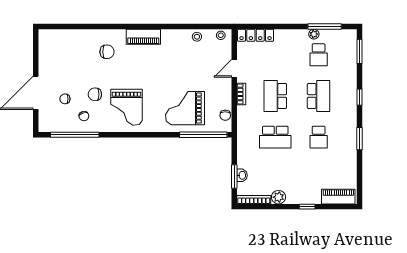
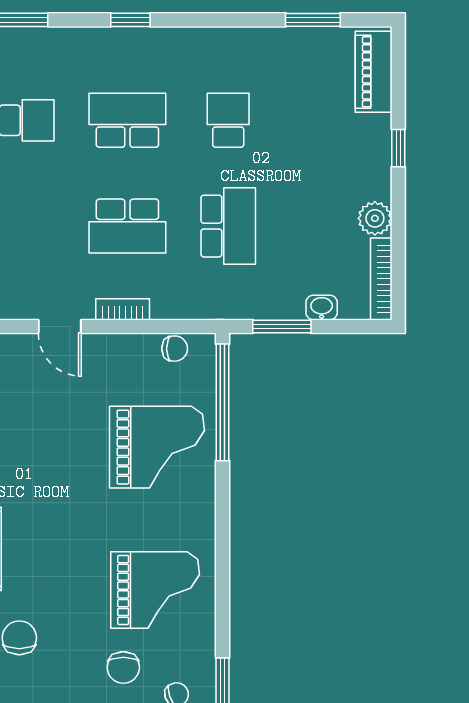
grand piano: (185, 108) -> (157, 447), turned -90
school desk: (319, 137) -> (228, 120), turned -90
window: (360, 139) -> (313, 20), moved
window: (234, 176) -> (282, 326), moved

